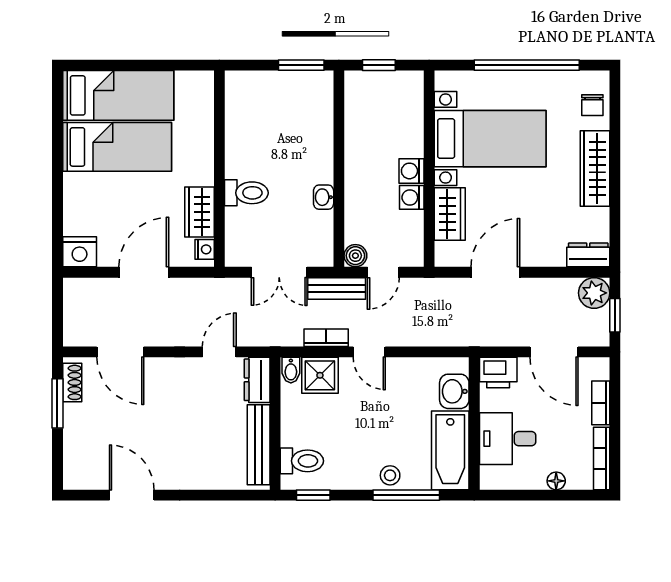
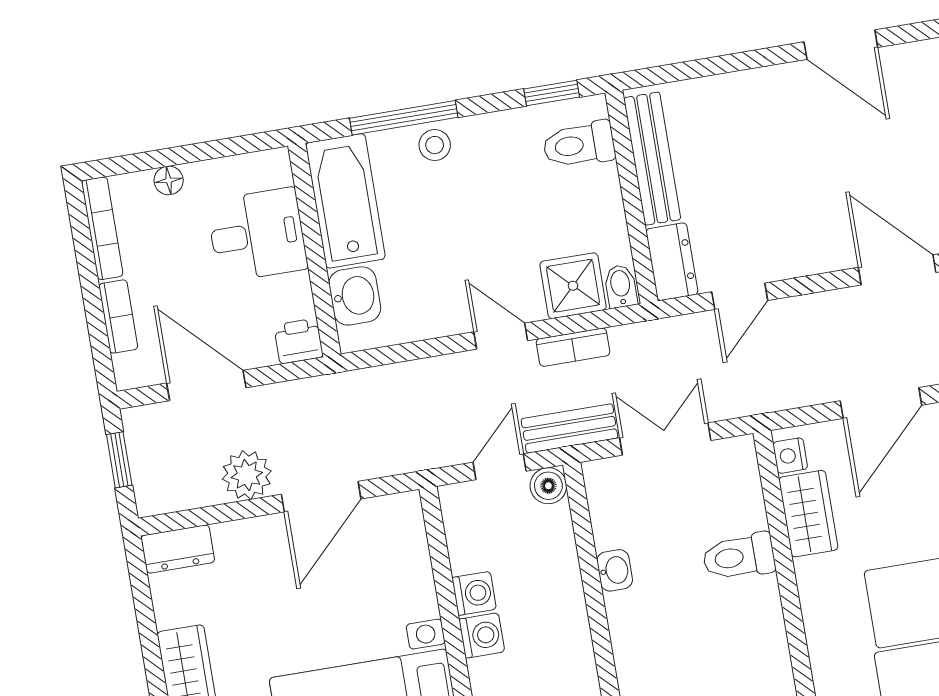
wardrobe: (450, 214) -> (409, 577), removed
plant: (594, 293) -> (247, 475), moved
printer: (498, 373) -> (299, 341), width x0.73, depth x0.81

